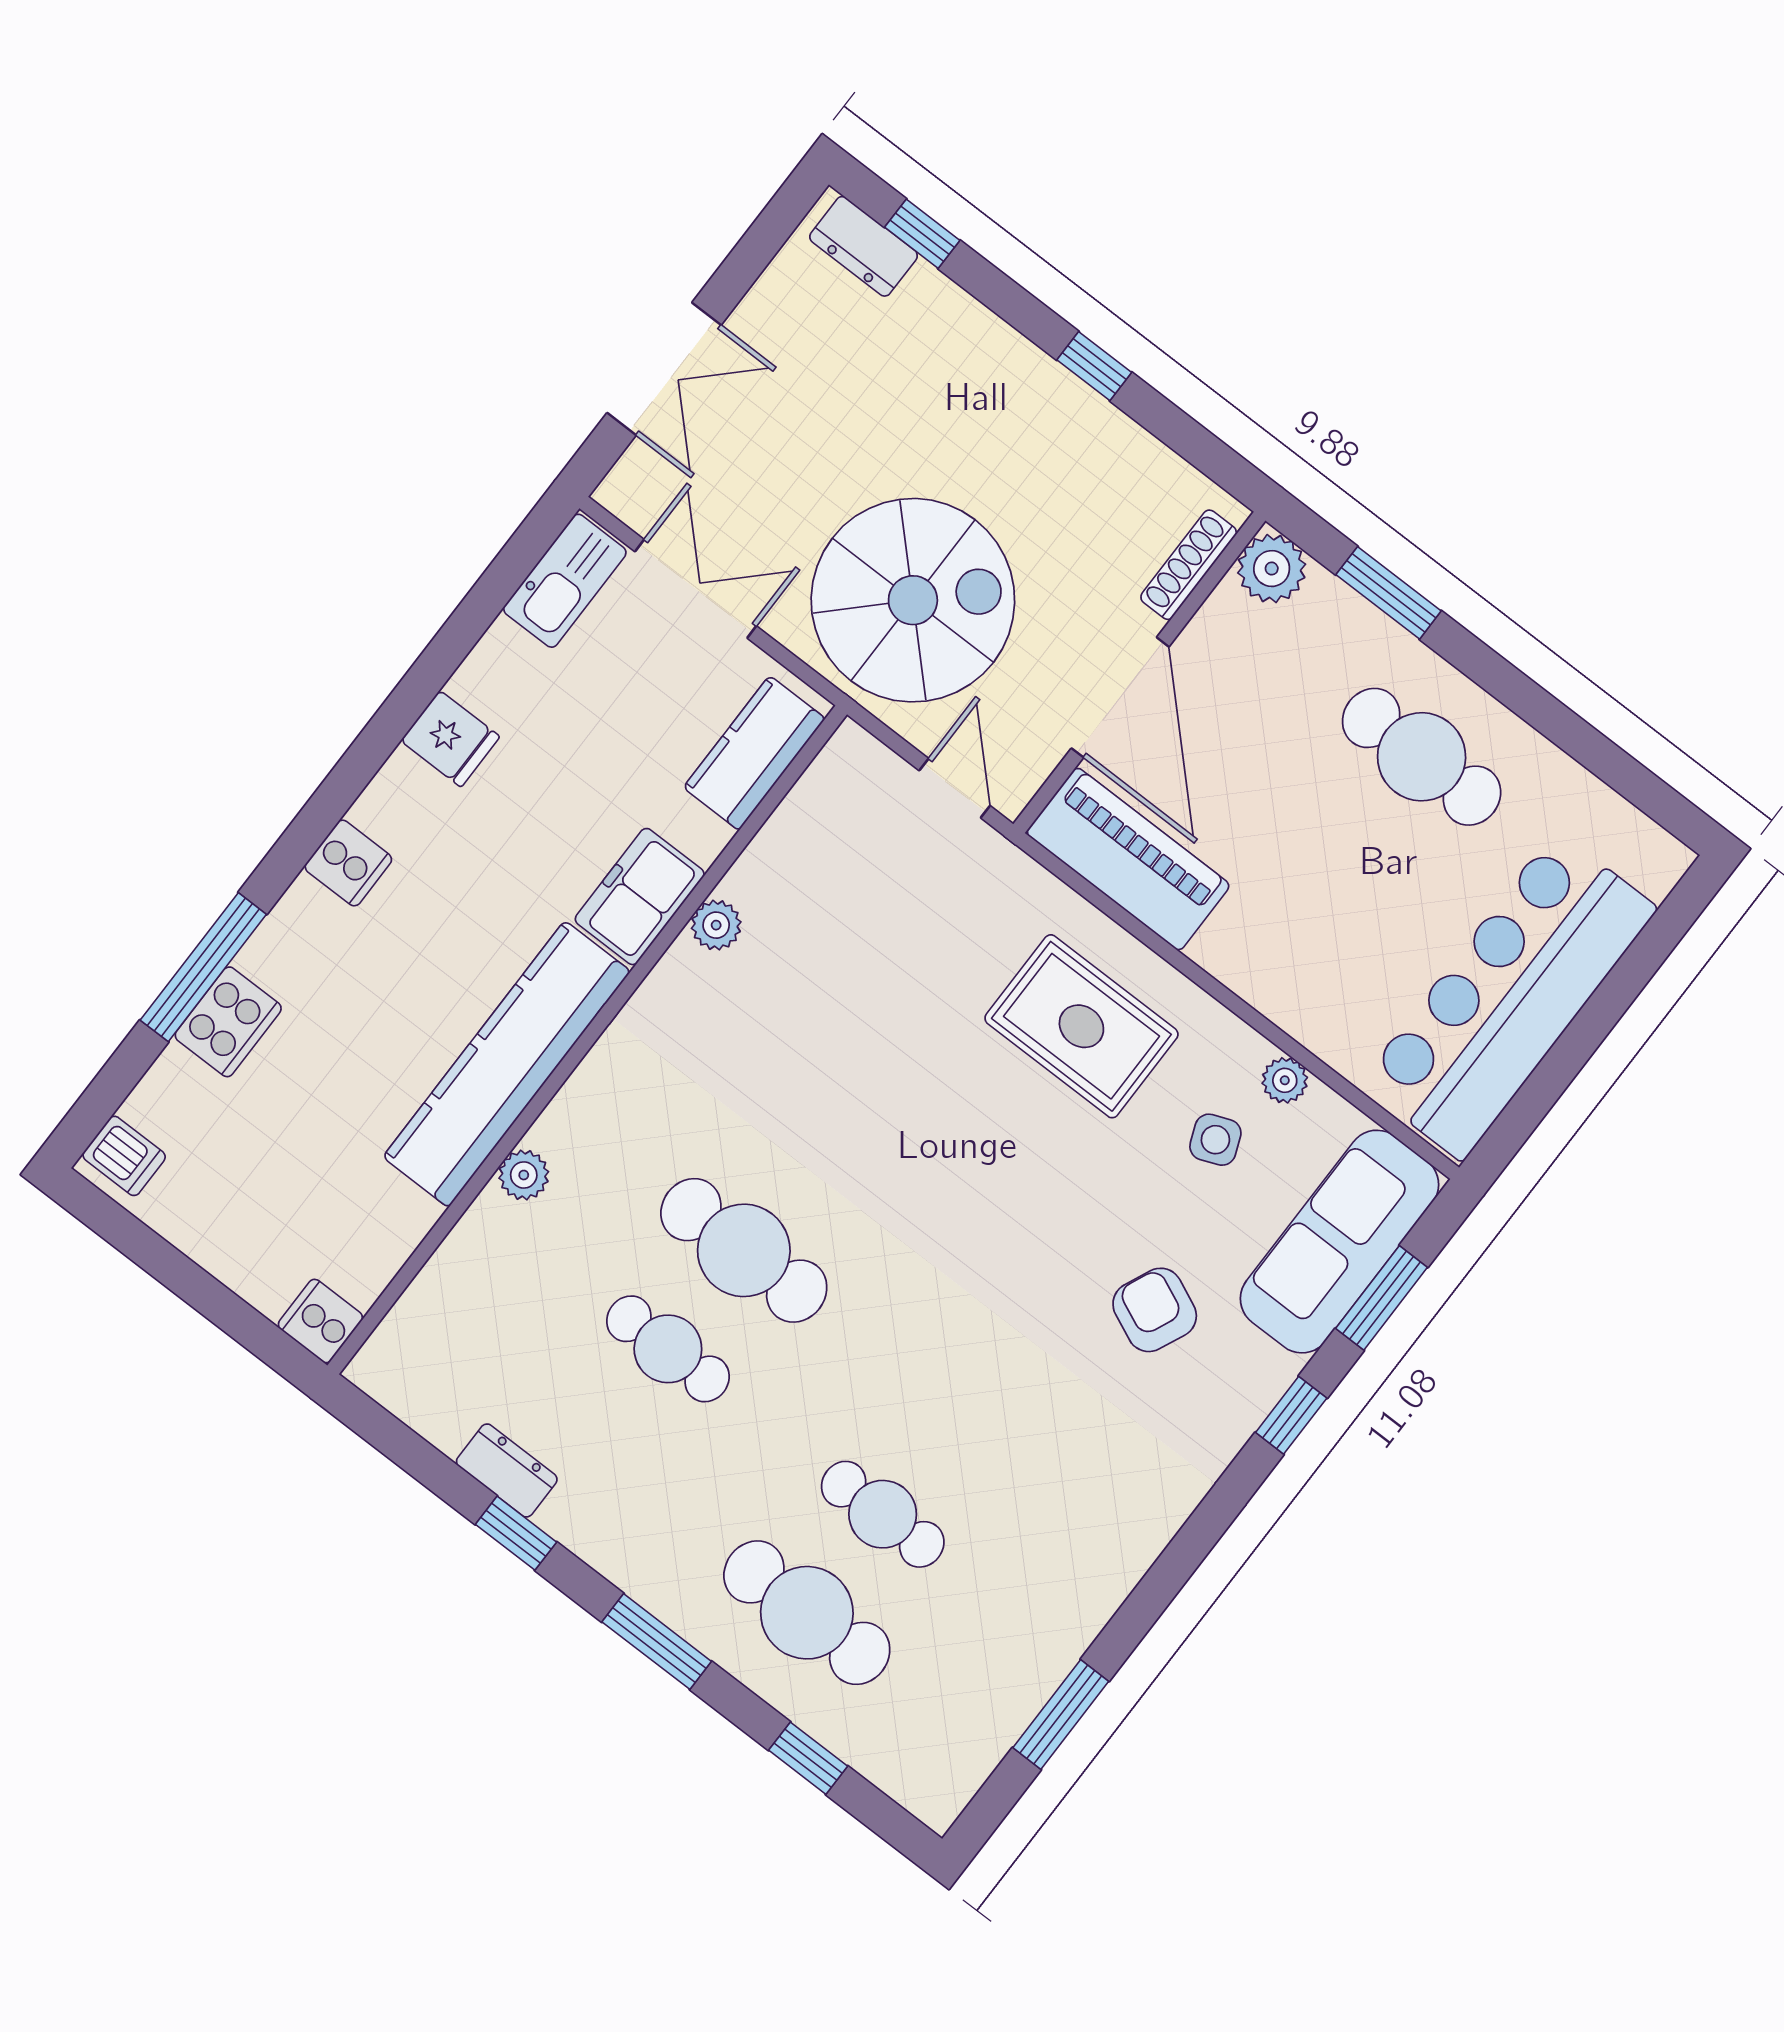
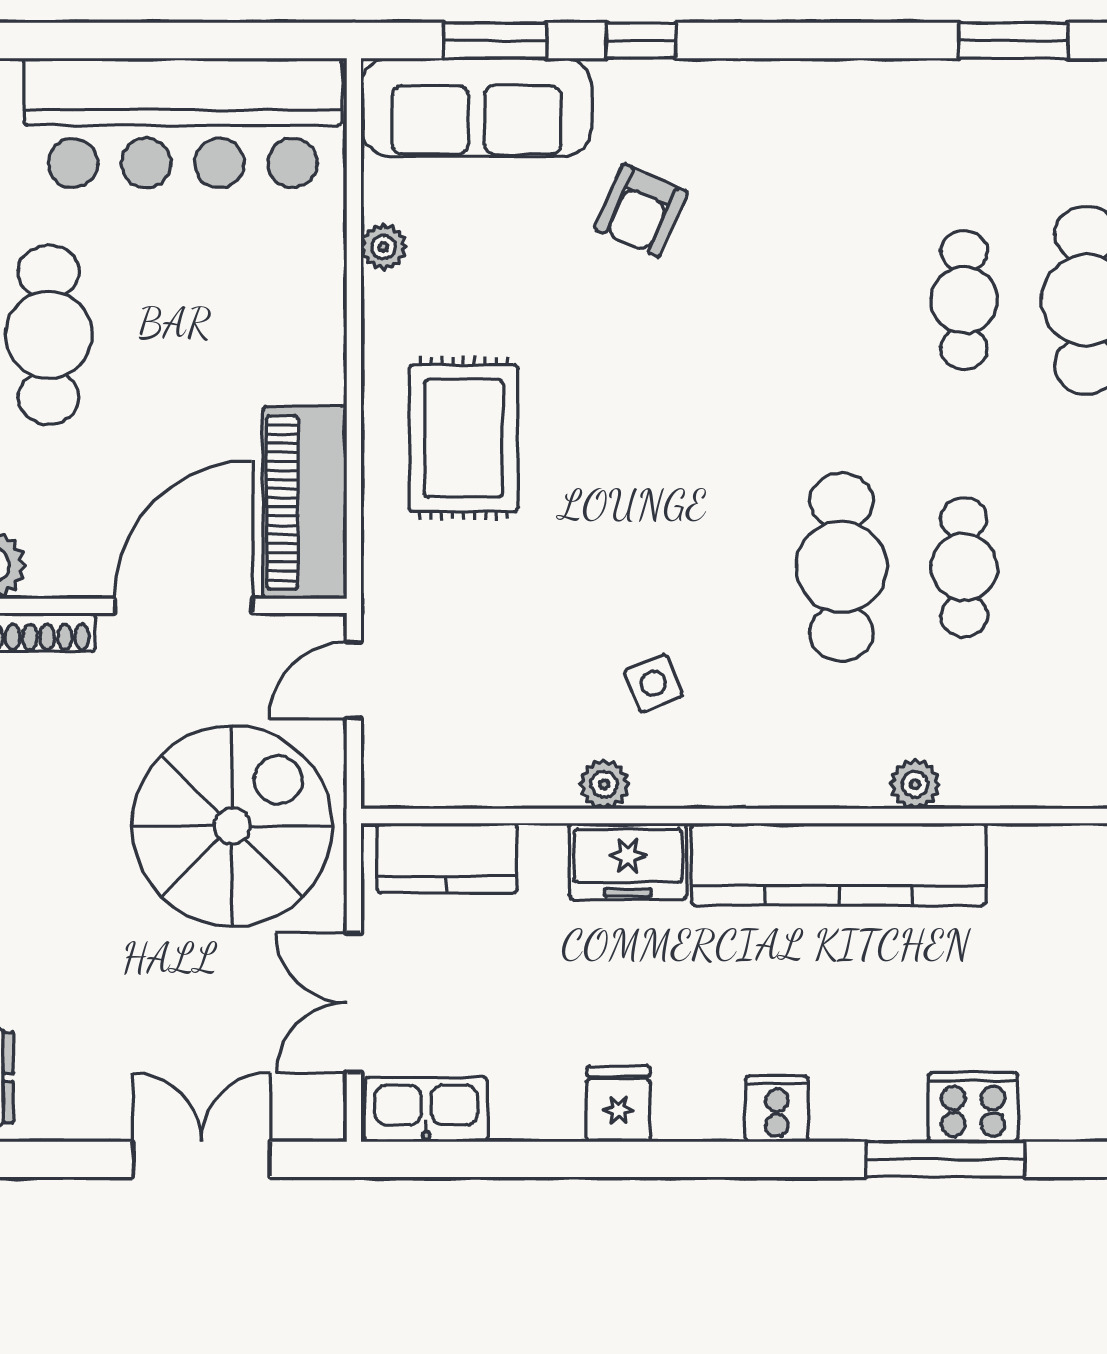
spiral stairs: (913, 600) -> (232, 826), turned 90
side table: (1215, 1140) -> (654, 683), moved

